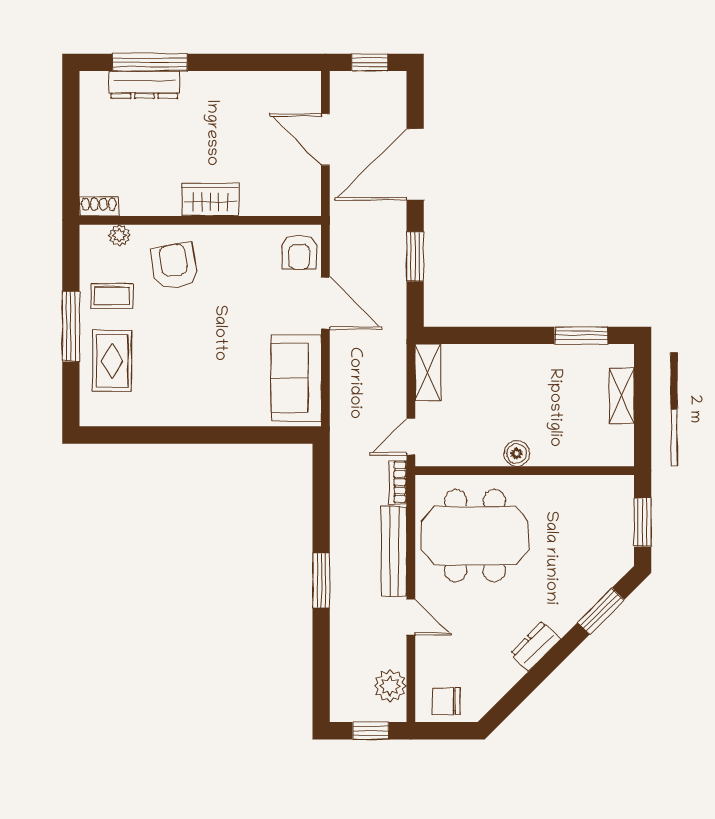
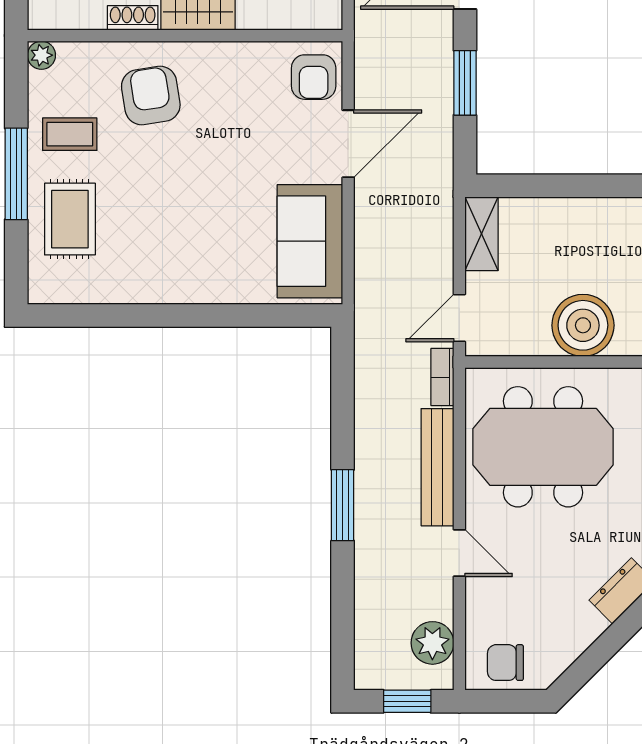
shoe rack: (99, 207) -> (133, 18), moved
plant: (119, 235) -> (41, 55), moved
door: (325, 303) -> (348, 144), hinge flipped
boiler: (517, 453) -> (583, 325), width x1.86, depth x1.86

